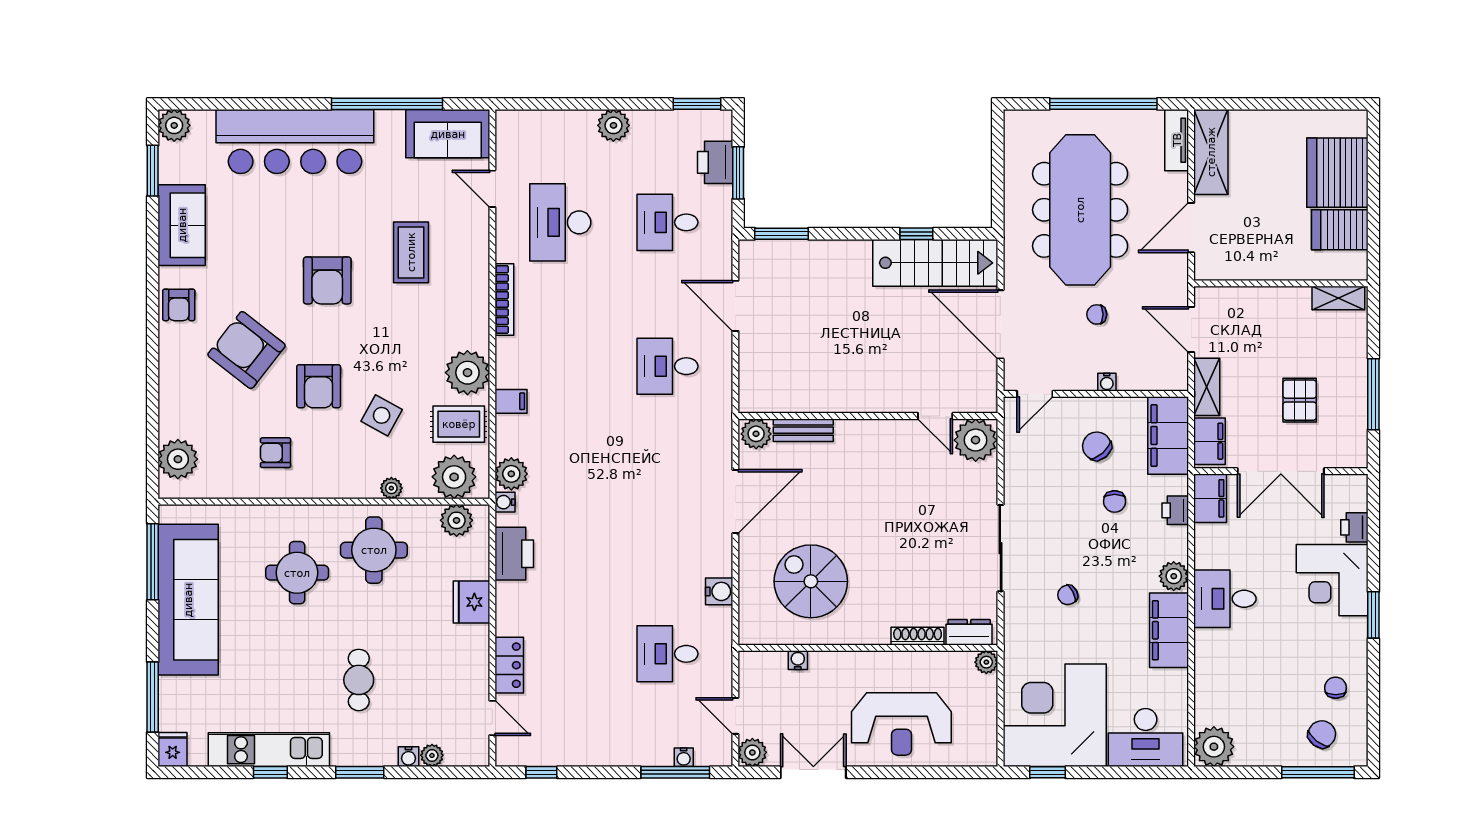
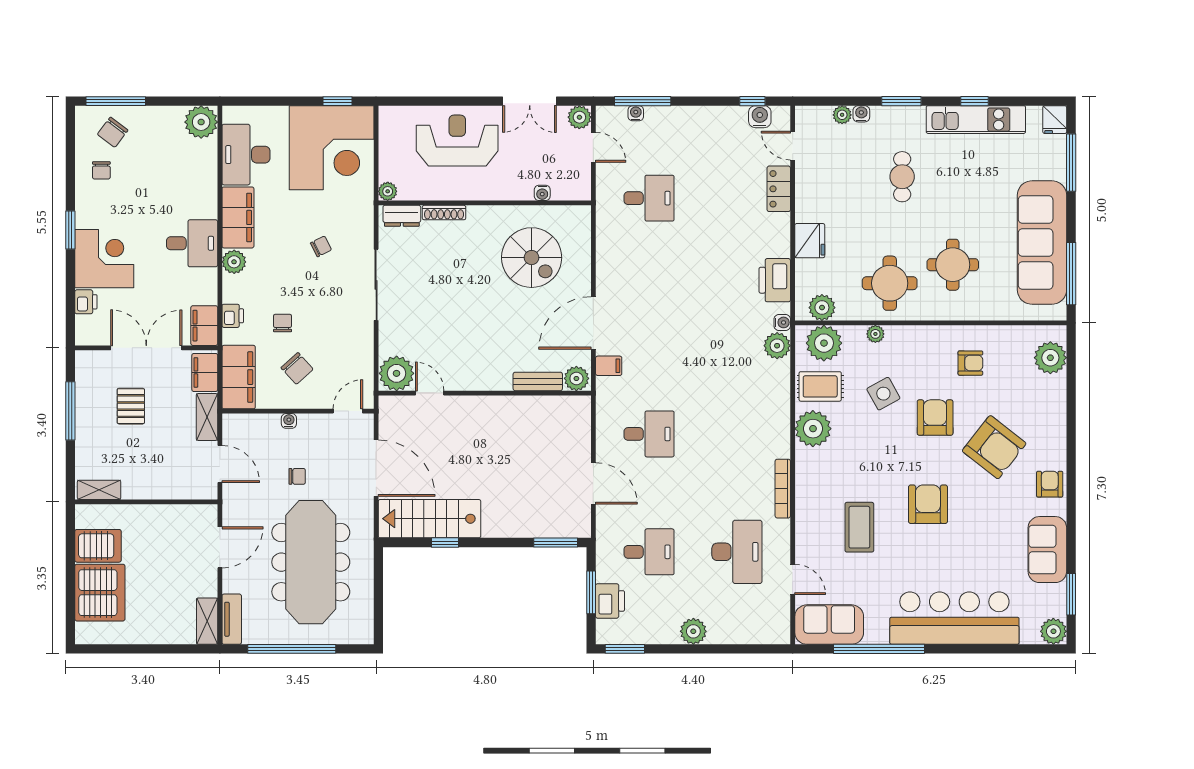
shelving: (1211, 152) -> (207, 621), width x0.67, depth x0.75
filing cabinet: (511, 401) -> (609, 366), moved, turned 180
side table: (382, 415) -> (883, 394), turned 32
water cooler: (719, 591) -> (760, 117), moved, turned 90
desk: (1146, 738) -> (246, 155), moved, turned -90

